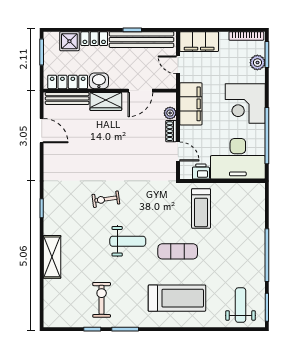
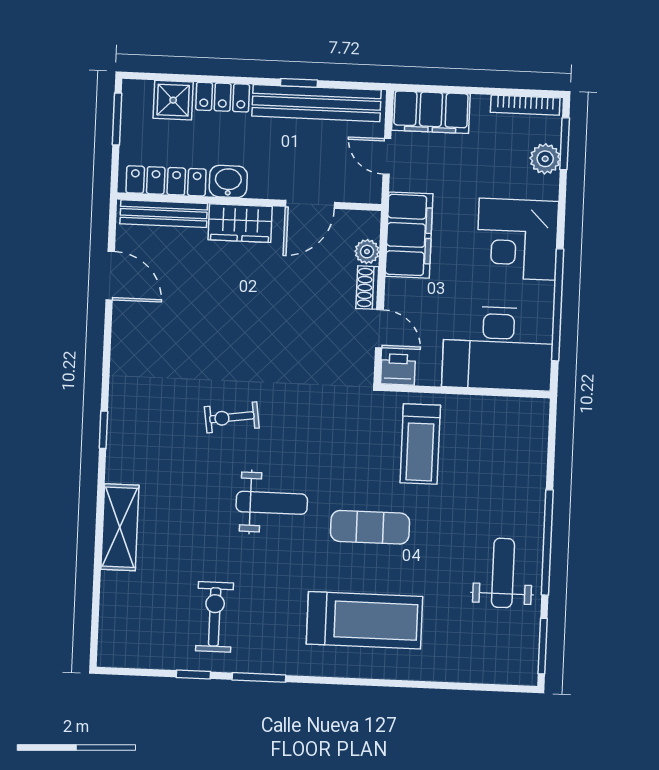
printer: (201, 172) -> (398, 369), moved
weight bench: (241, 305) -> (503, 573), moved

